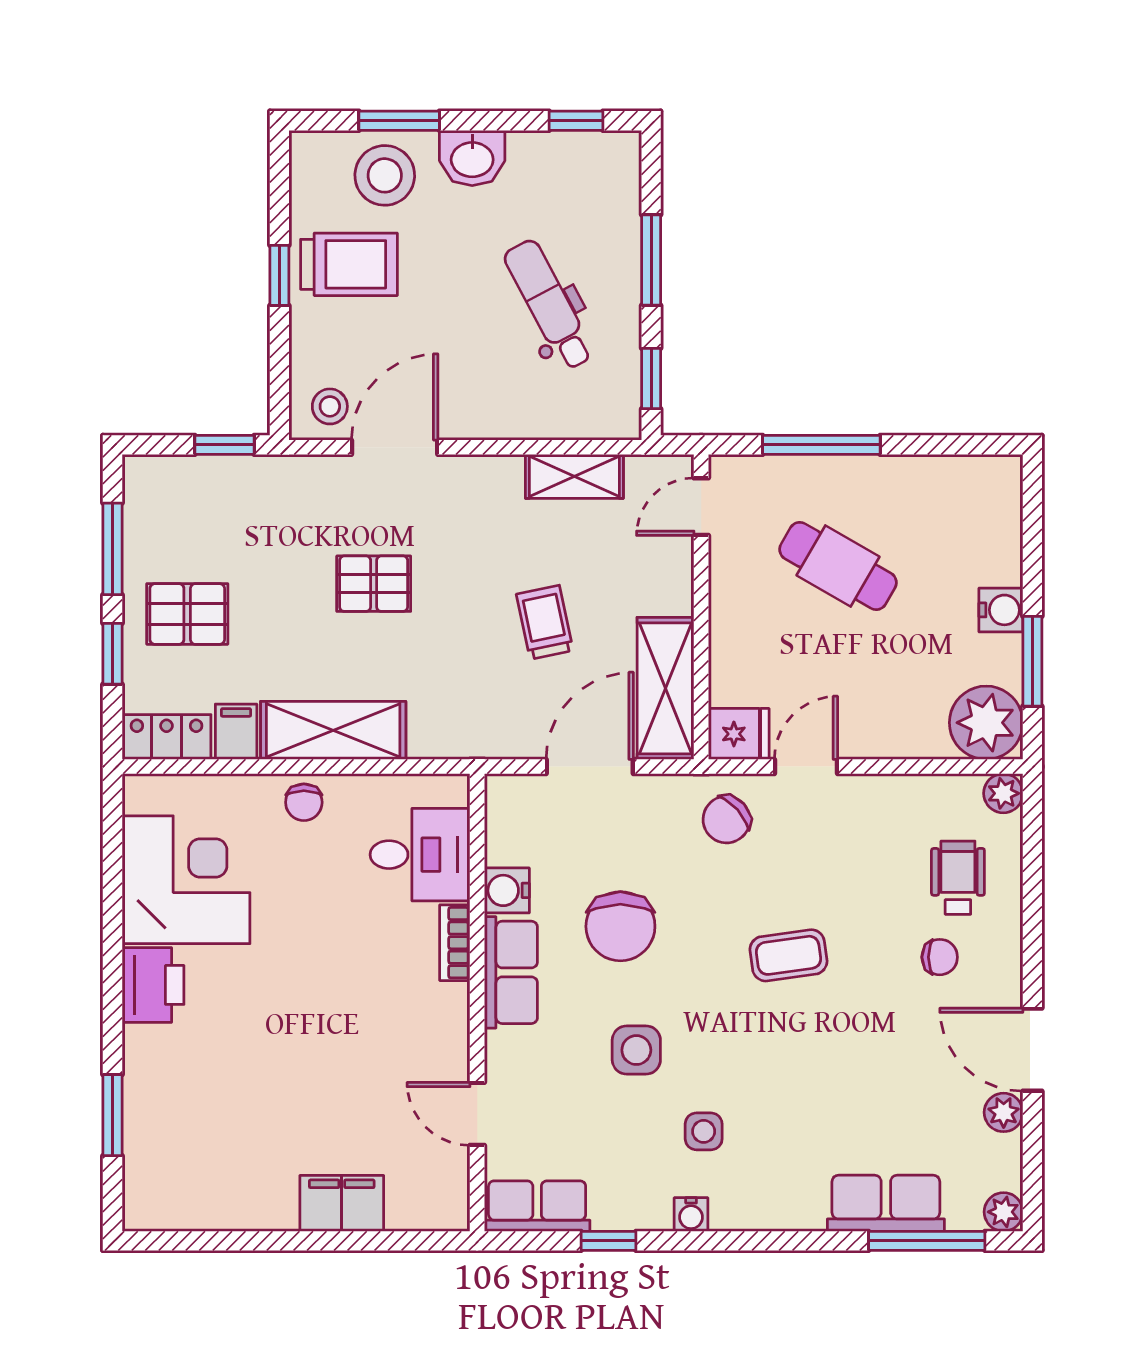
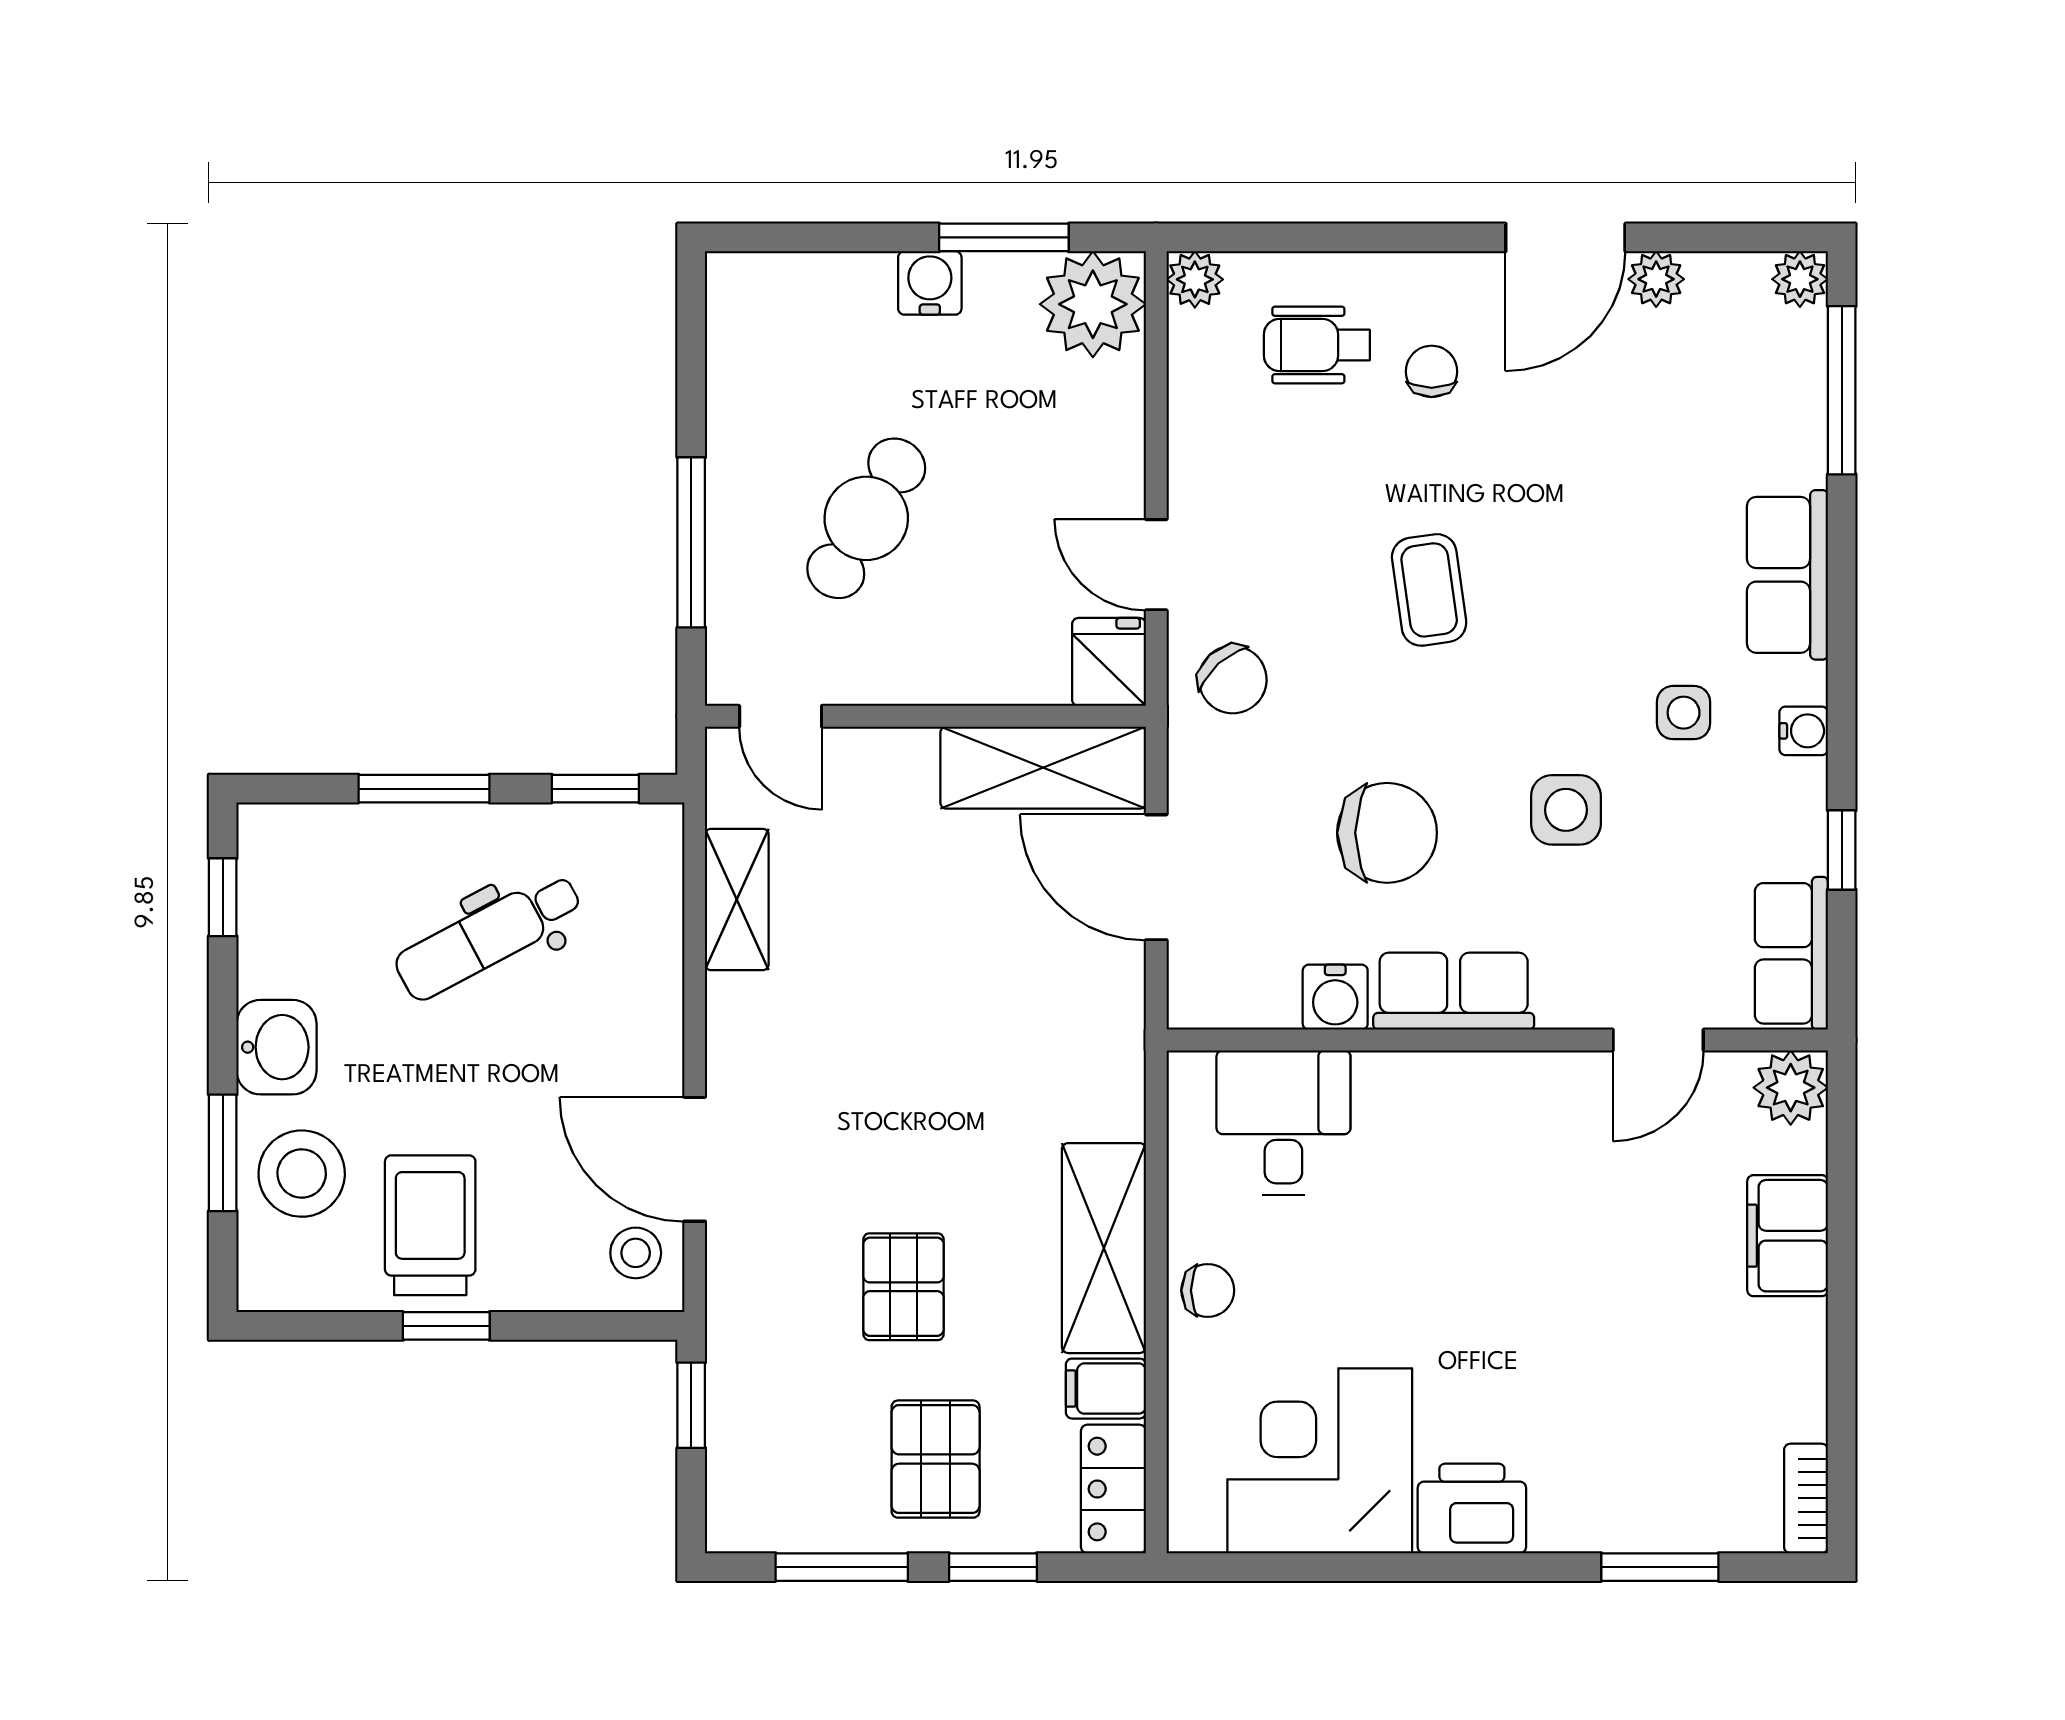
pallet: (374, 584) -> (903, 1287), moved
trolley: (545, 622) -> (948, 942), removed
bookcase: (455, 943) -> (1806, 1498), moved, turned 90
row of seats: (886, 1203) -> (1787, 575), moved
plant: (444, 1206) -> (1791, 1088), added

